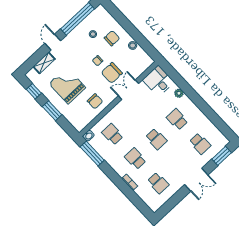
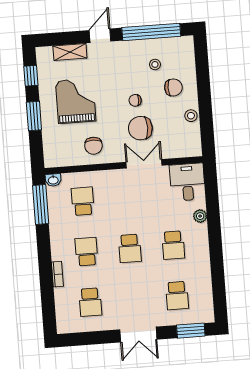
school desk: (177, 119) -> (173, 245), turned 180

